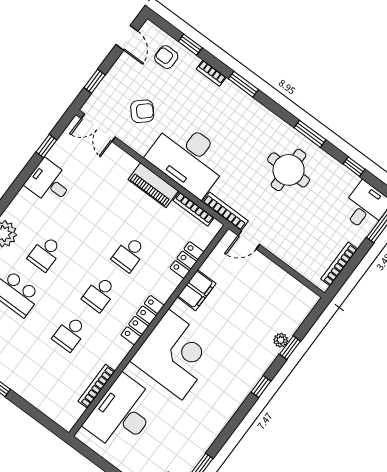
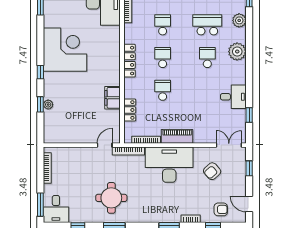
corner desk: (175, 355) -> (65, 50), moved, turned 180

